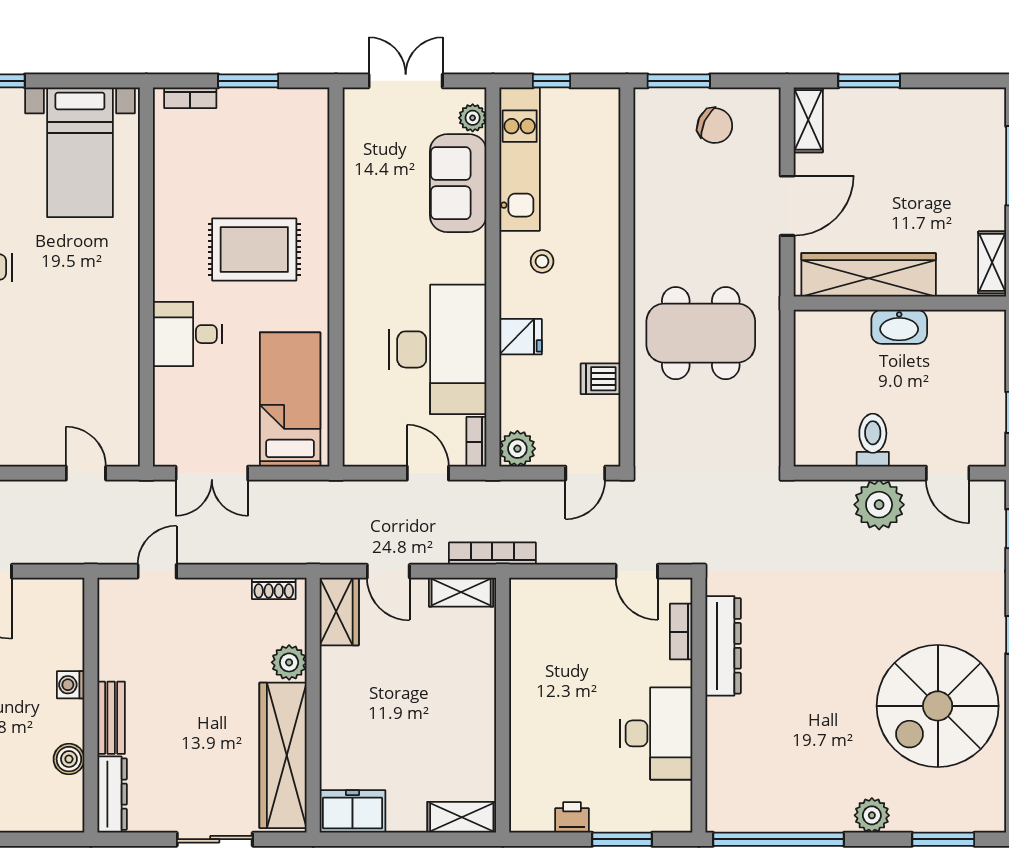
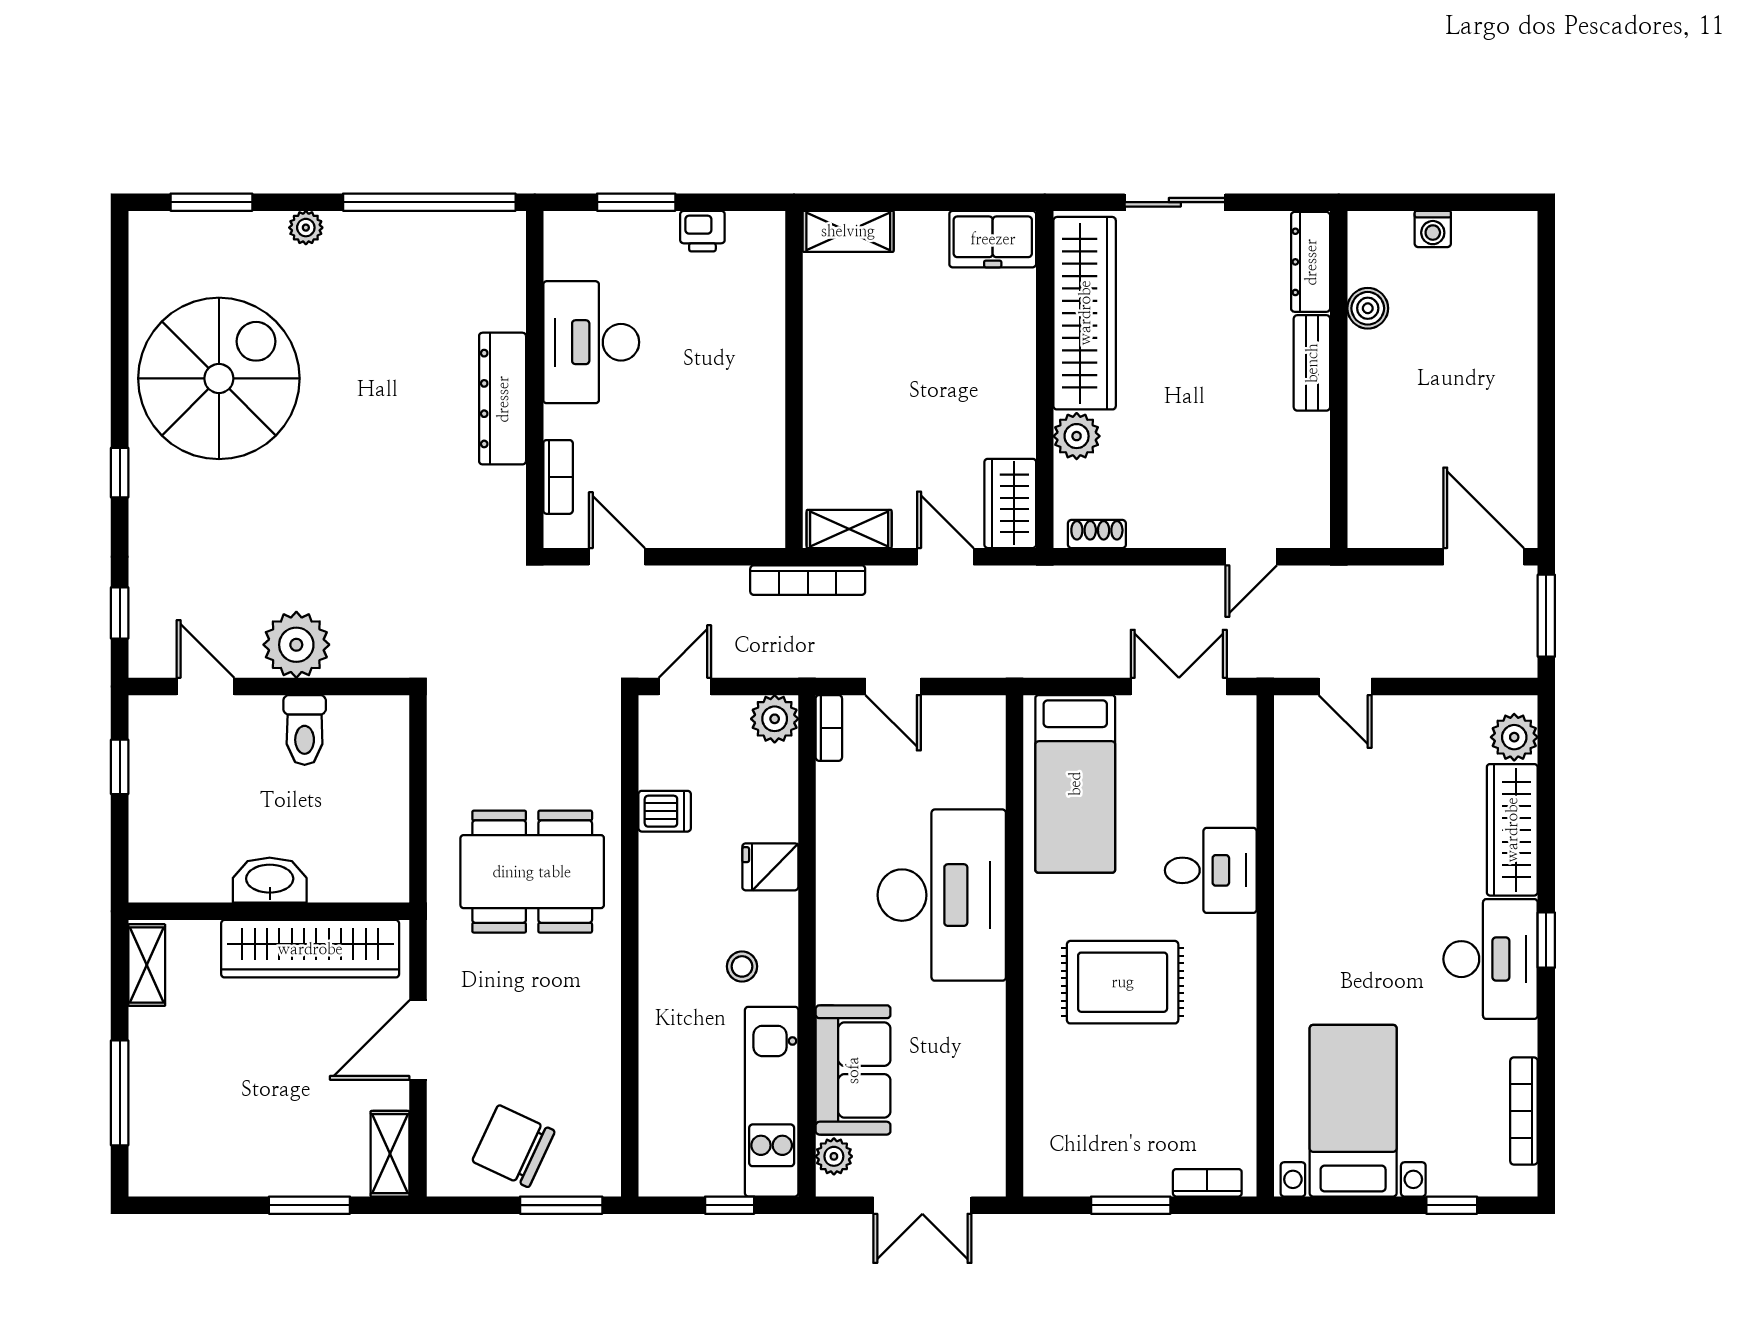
chair: (715, 126) -> (514, 1146), width x1.37, depth x1.37
desk: (438, 349) -> (942, 895), moved, turned 180
dresser: (723, 646) -> (503, 399), moved
washing machine: (71, 685) -> (1433, 229), moved, turned 90
plant: (872, 815) -> (306, 228), width x0.73, depth x0.73

